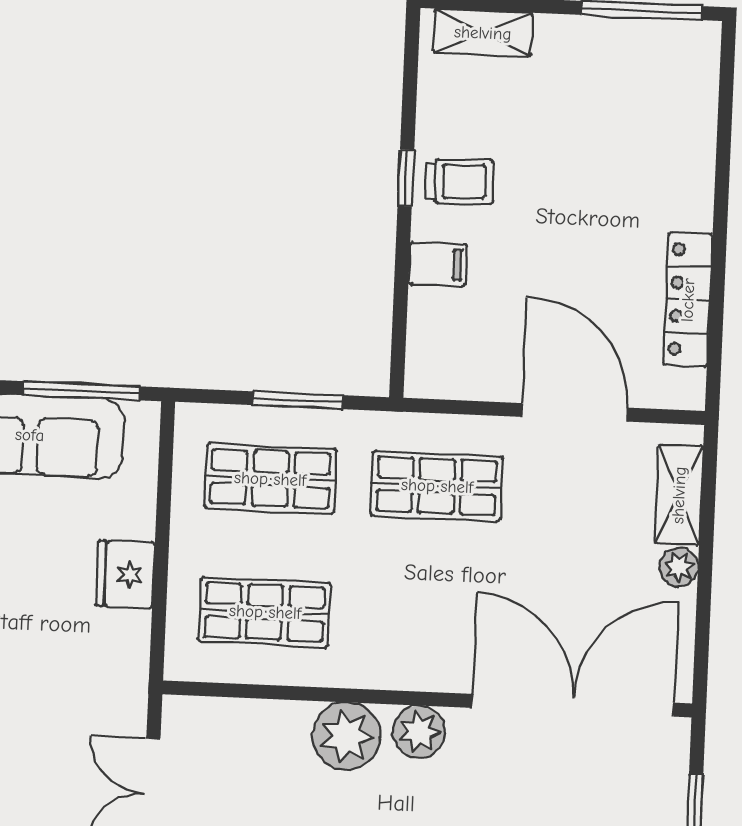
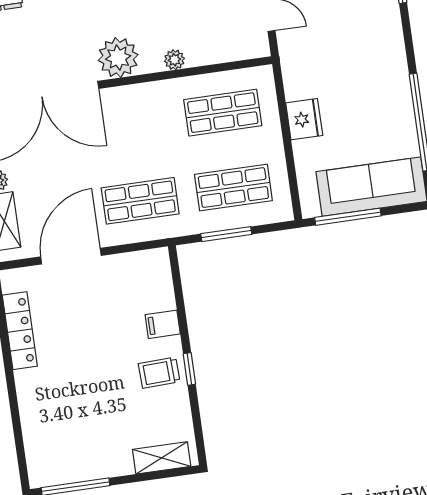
door: (575, 412) -> (71, 256), swing flipped
plant: (419, 732) -> (118, 58), width x1.36, depth x1.36
plant: (346, 736) -> (174, 60), width x0.53, depth x0.53

